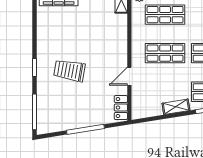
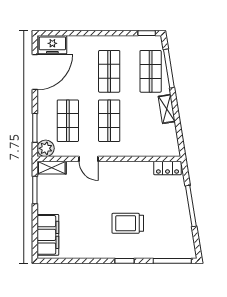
trolley: (69, 71) -> (128, 223), turned 80
door: (129, 76) -> (89, 159), moved

